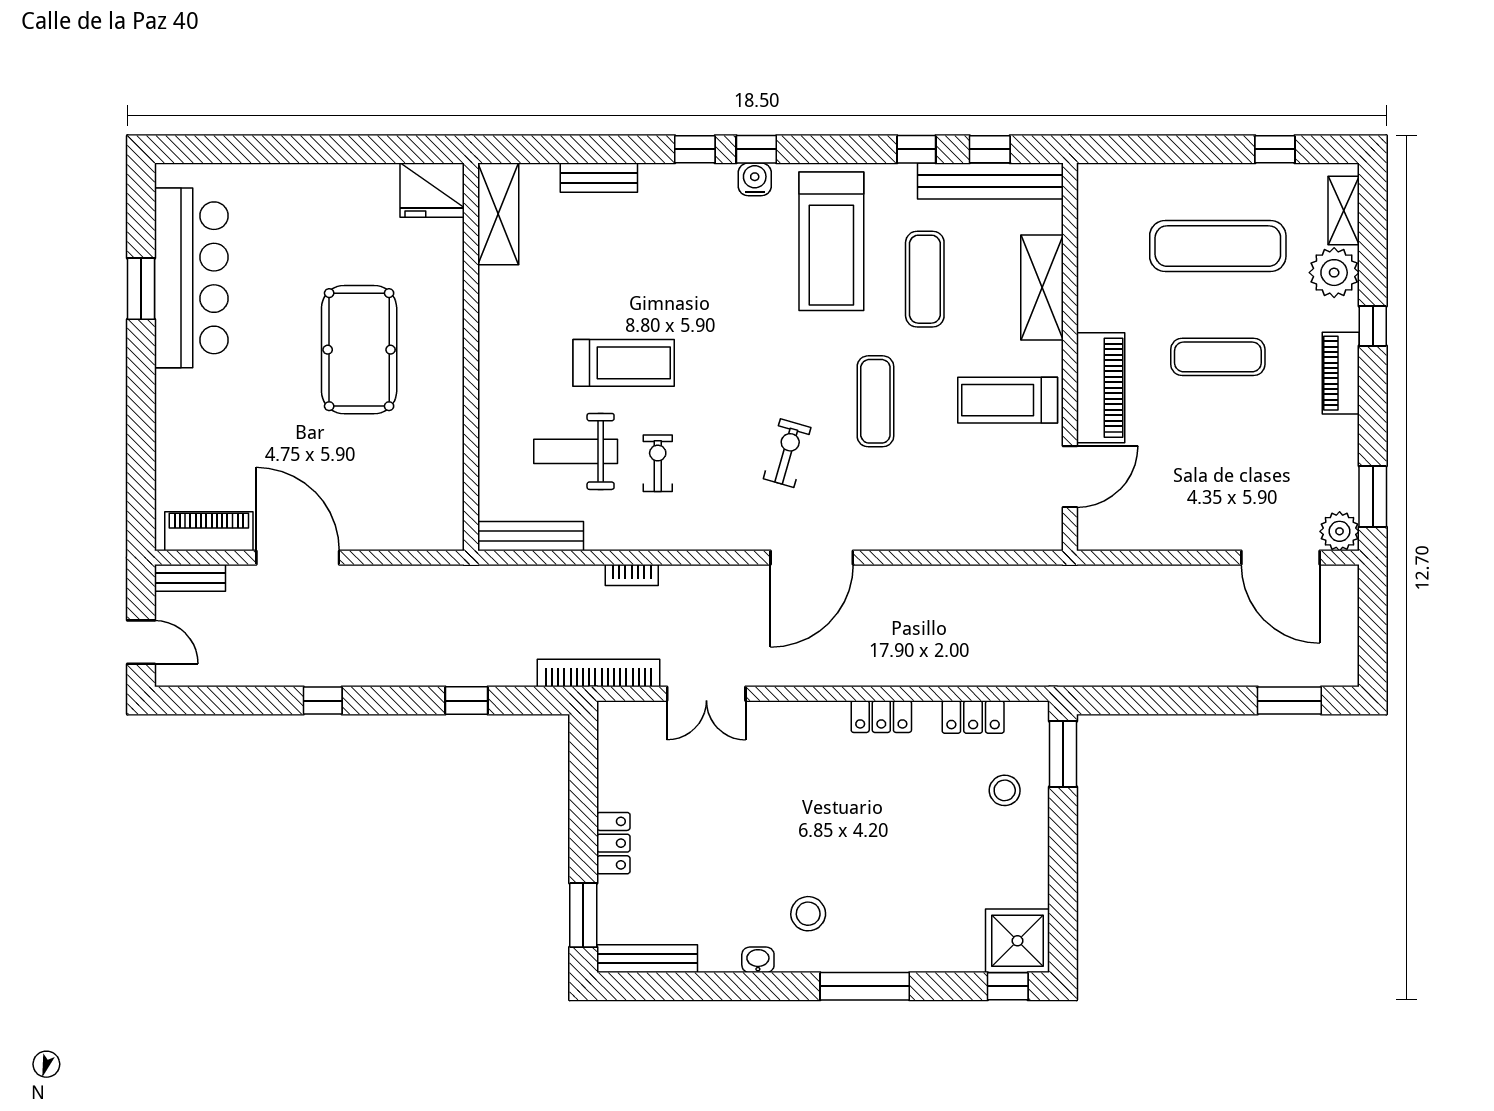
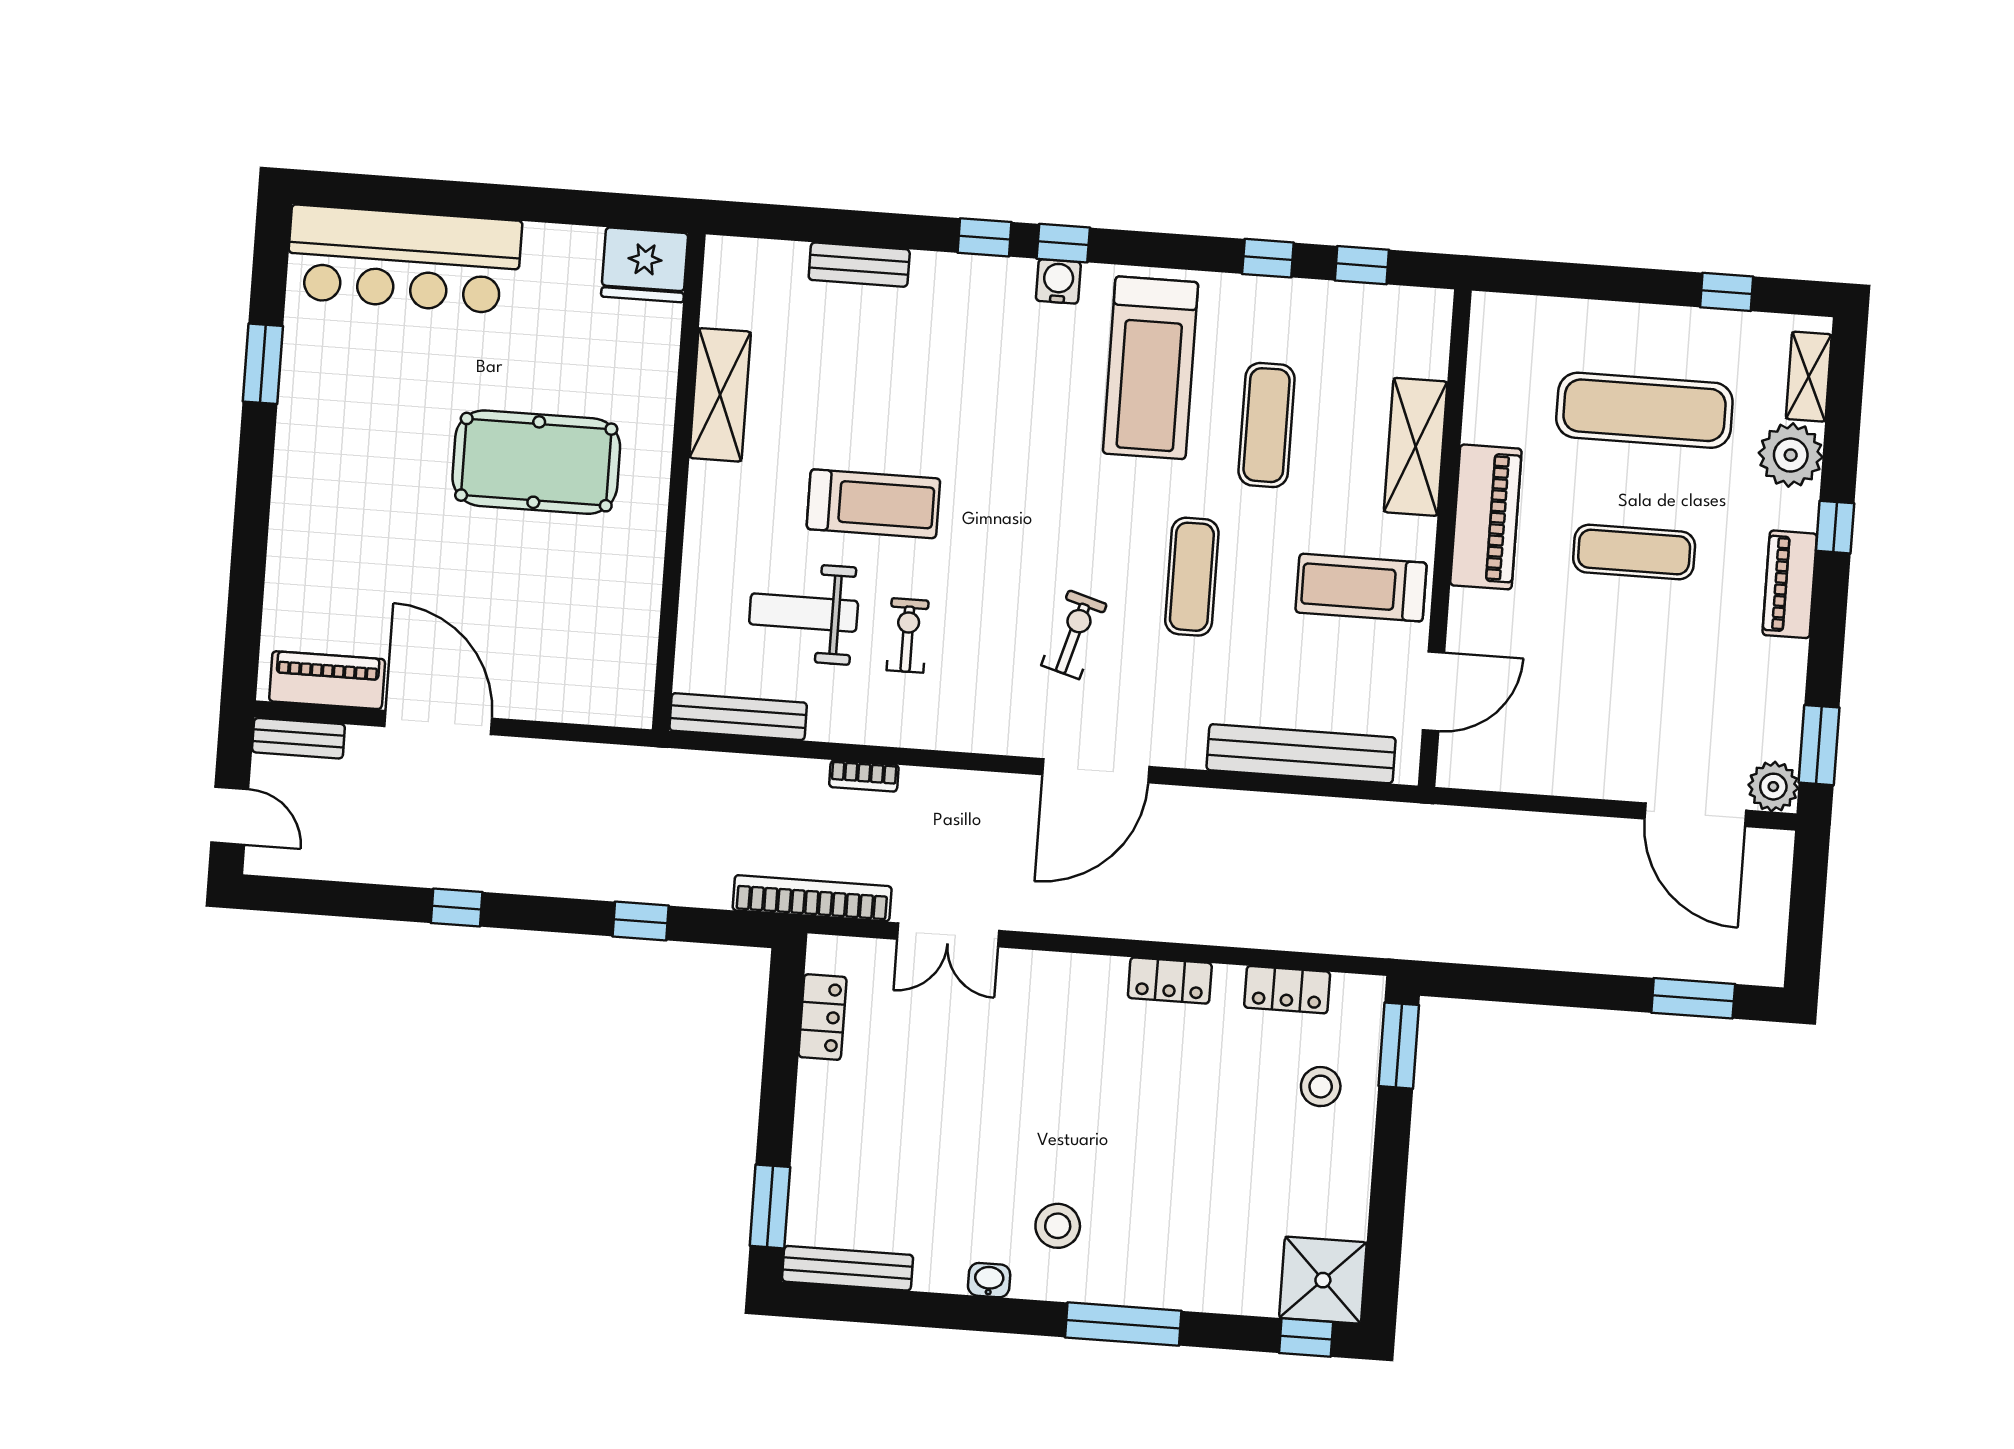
bench: (990, 181) -> (1301, 754), moved
shelving: (498, 214) -> (720, 395), moved
bar counter: (191, 278) -> (404, 259), moved, turned 90
pool table: (359, 350) -> (536, 462), turned 90
piano: (1101, 388) -> (1486, 517), moved
locker: (613, 843) -> (822, 1017), moved

